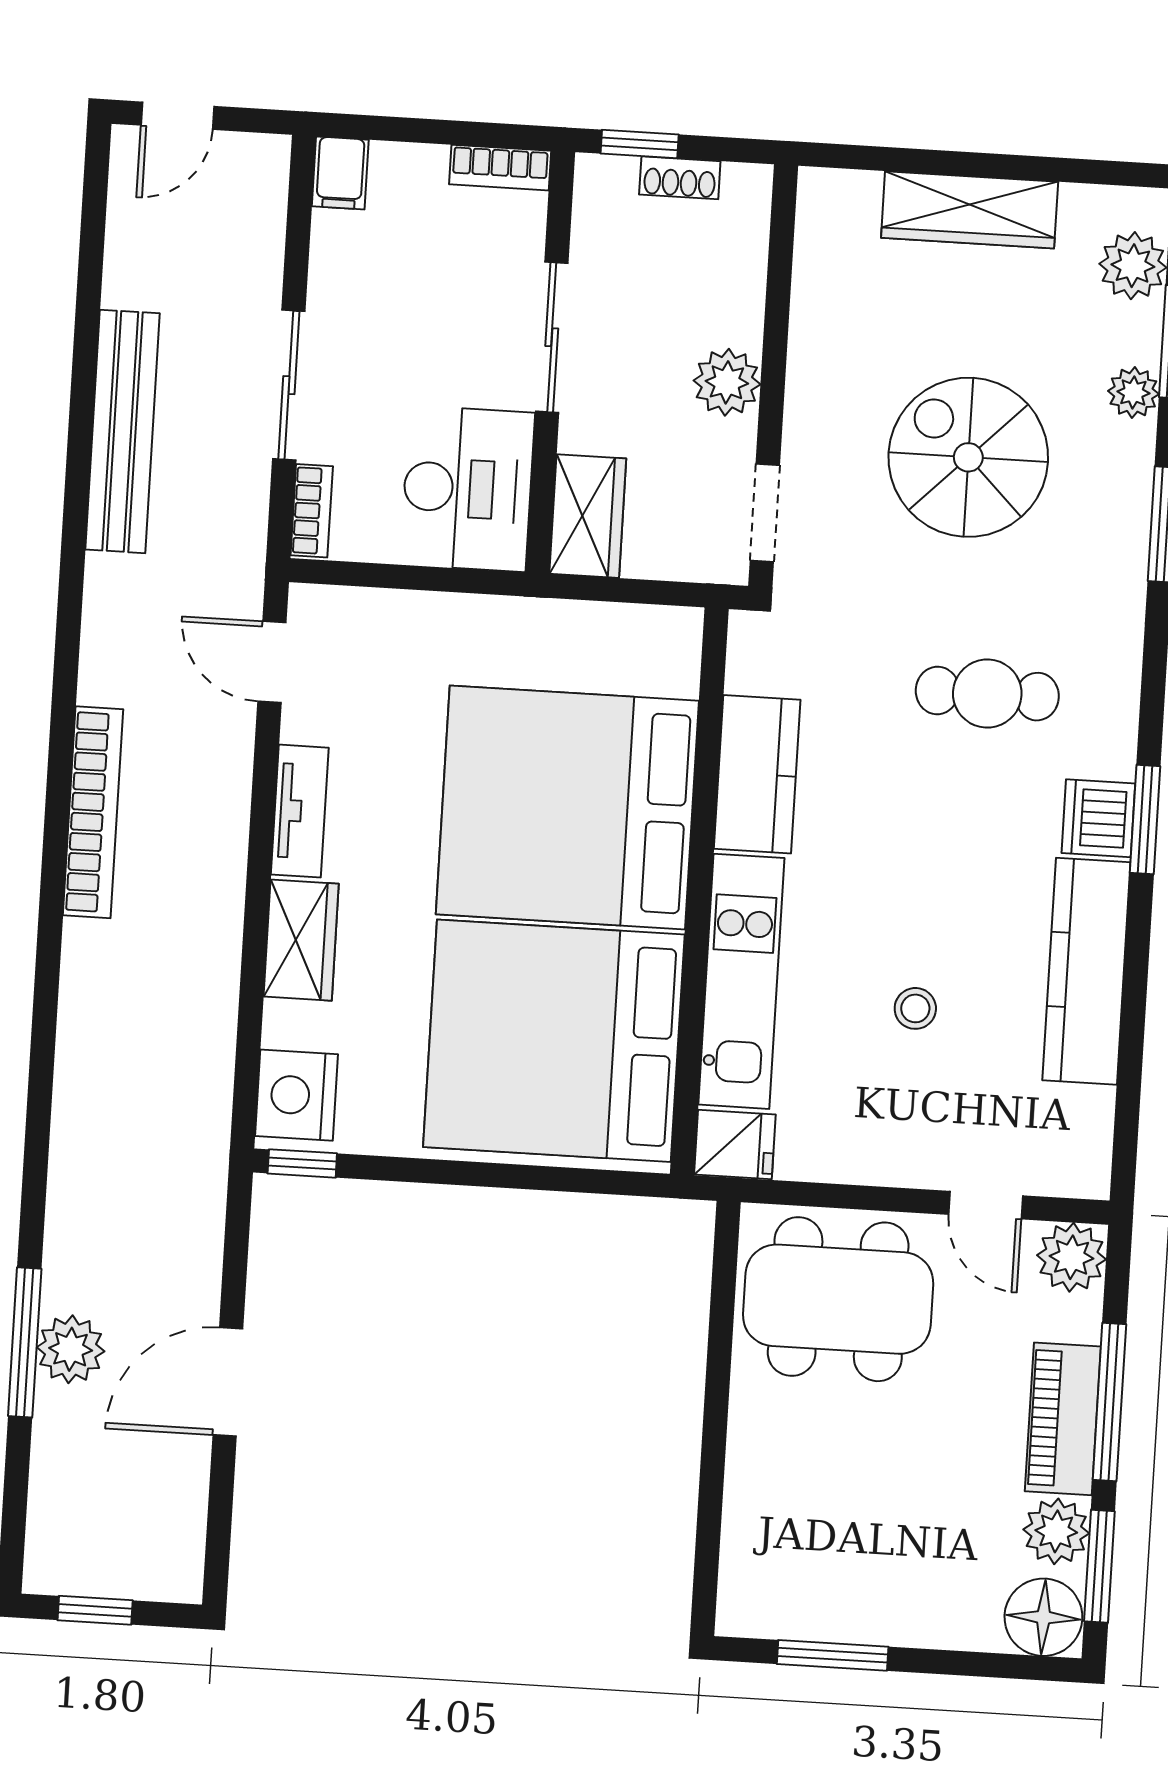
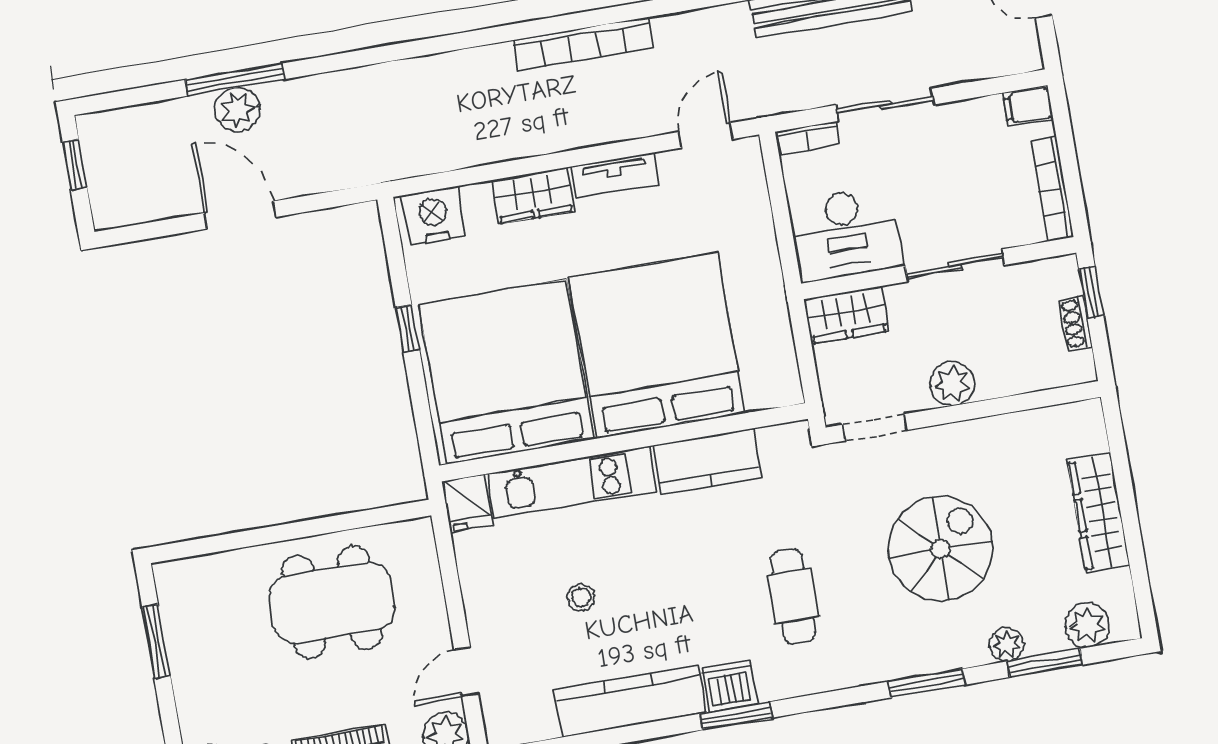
bookcase: (500, 168) -> (1052, 189), width x1.56
window: (302, 1163) -> (407, 328), moved
dining table: (838, 1299) -> (332, 602), moved, turned 90

